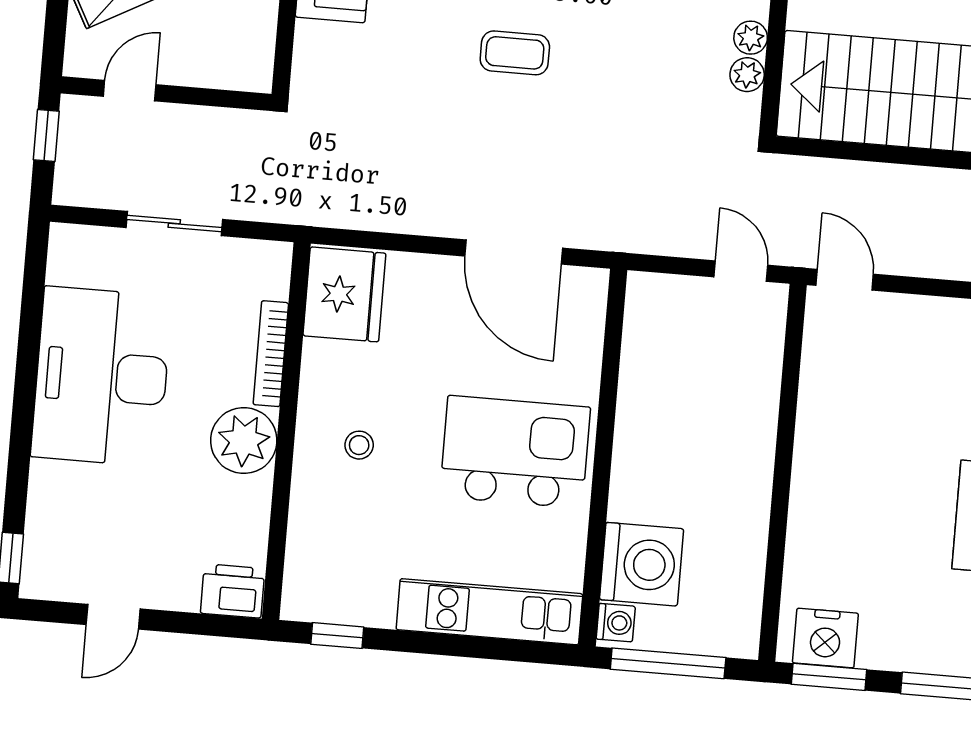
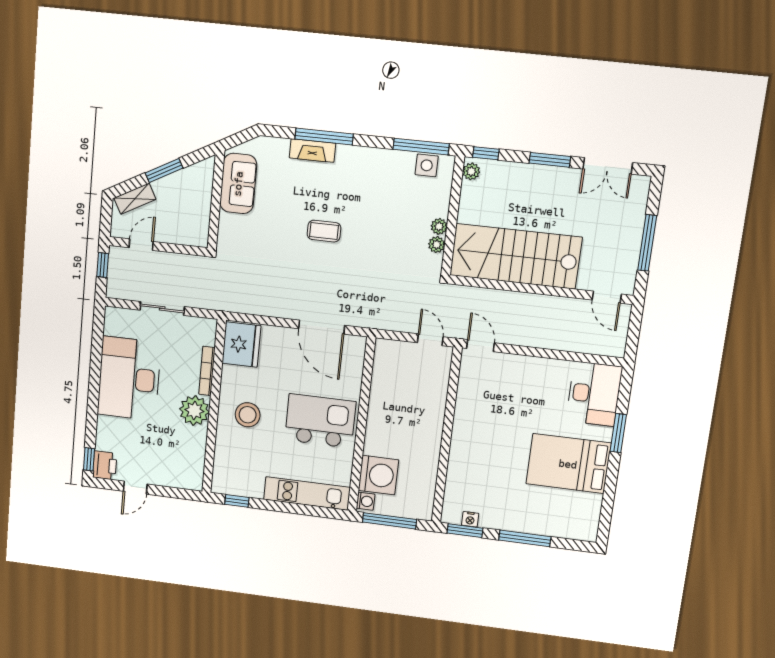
stool: (359, 445) -> (248, 415), width x1.89, depth x1.89
printer: (233, 591) -> (105, 465), moved, turned 90
nightstand: (825, 638) -> (470, 519), width x0.53, depth x0.56

